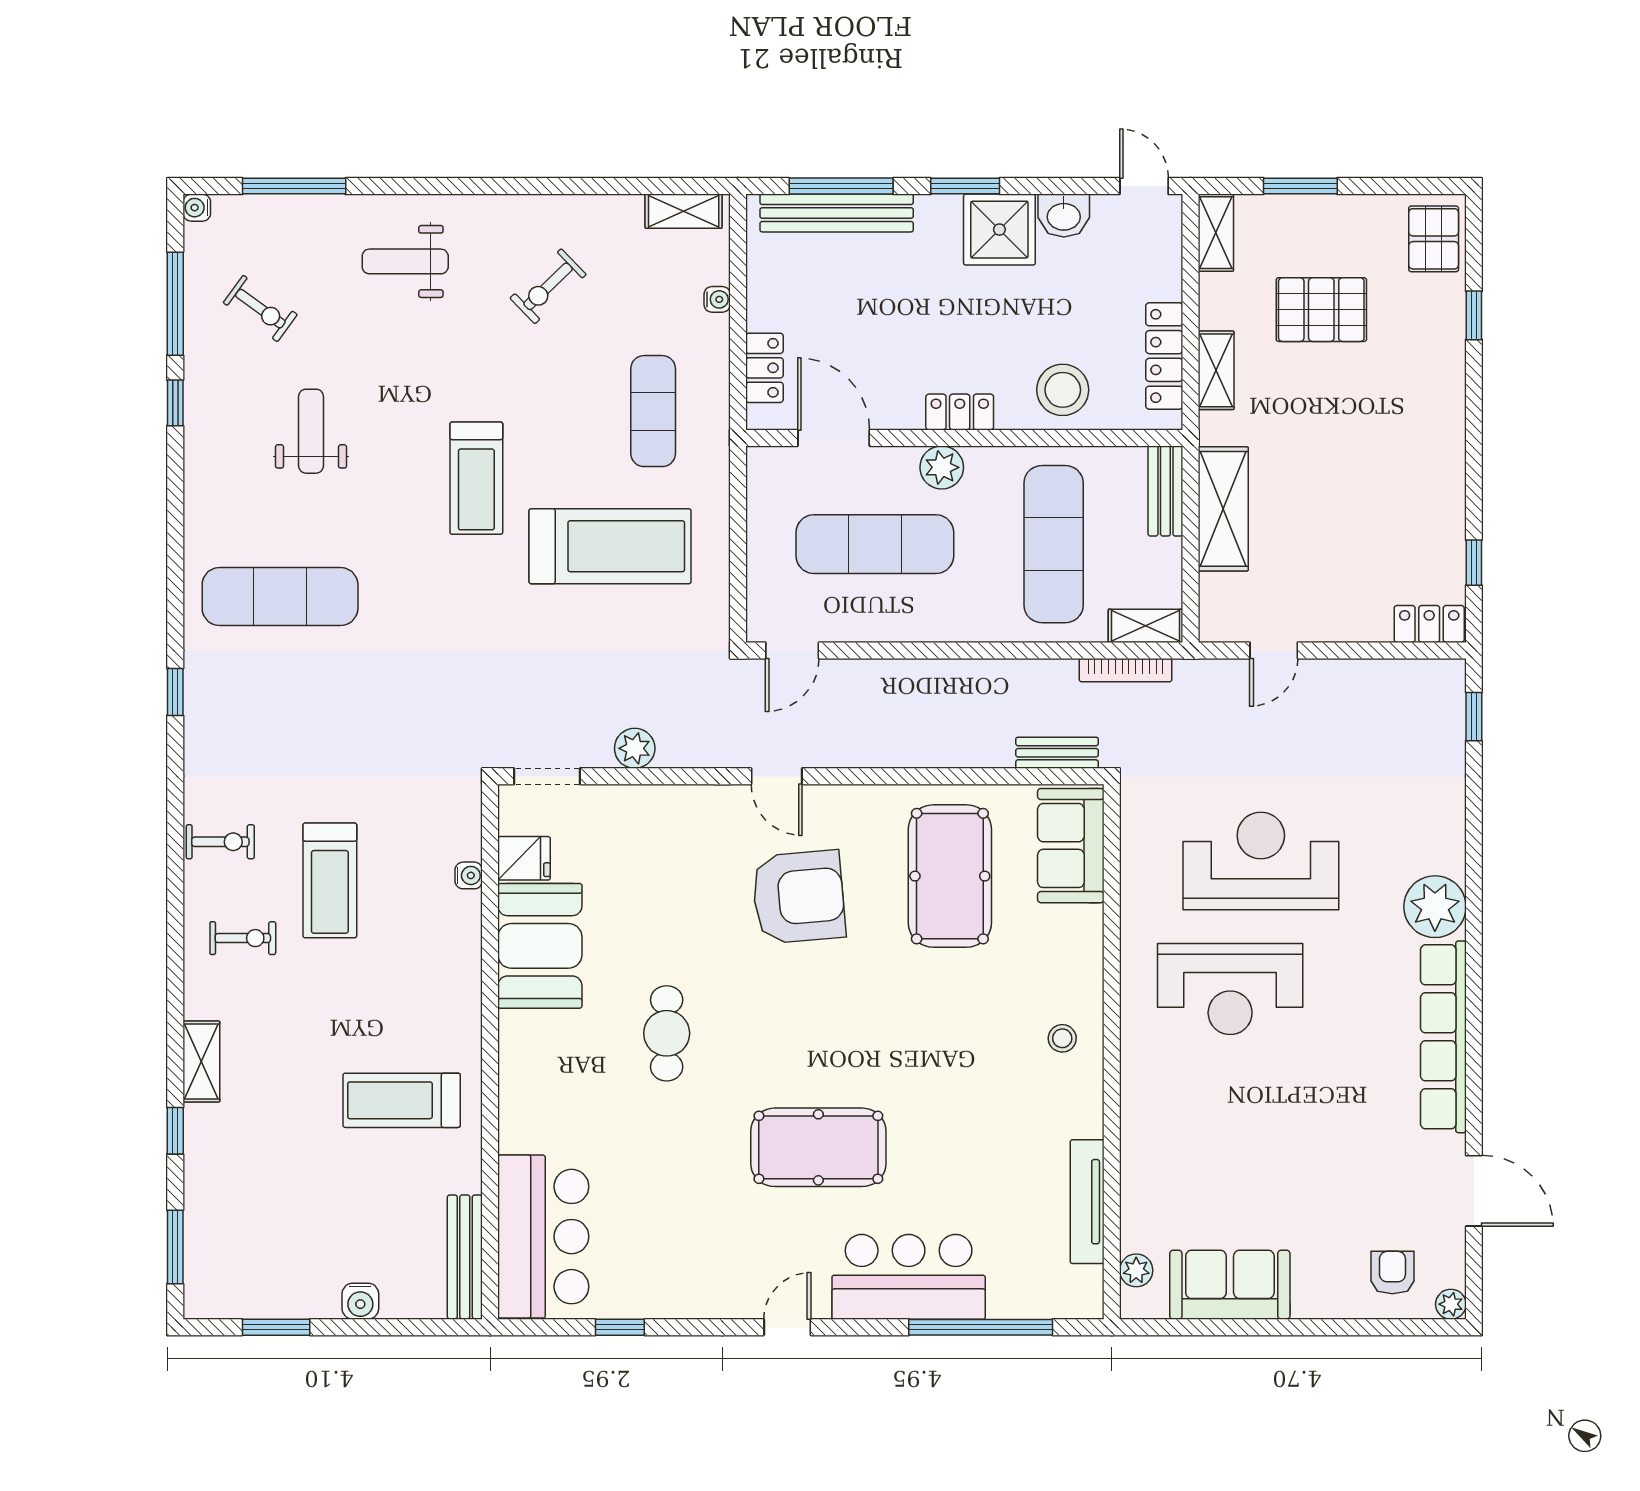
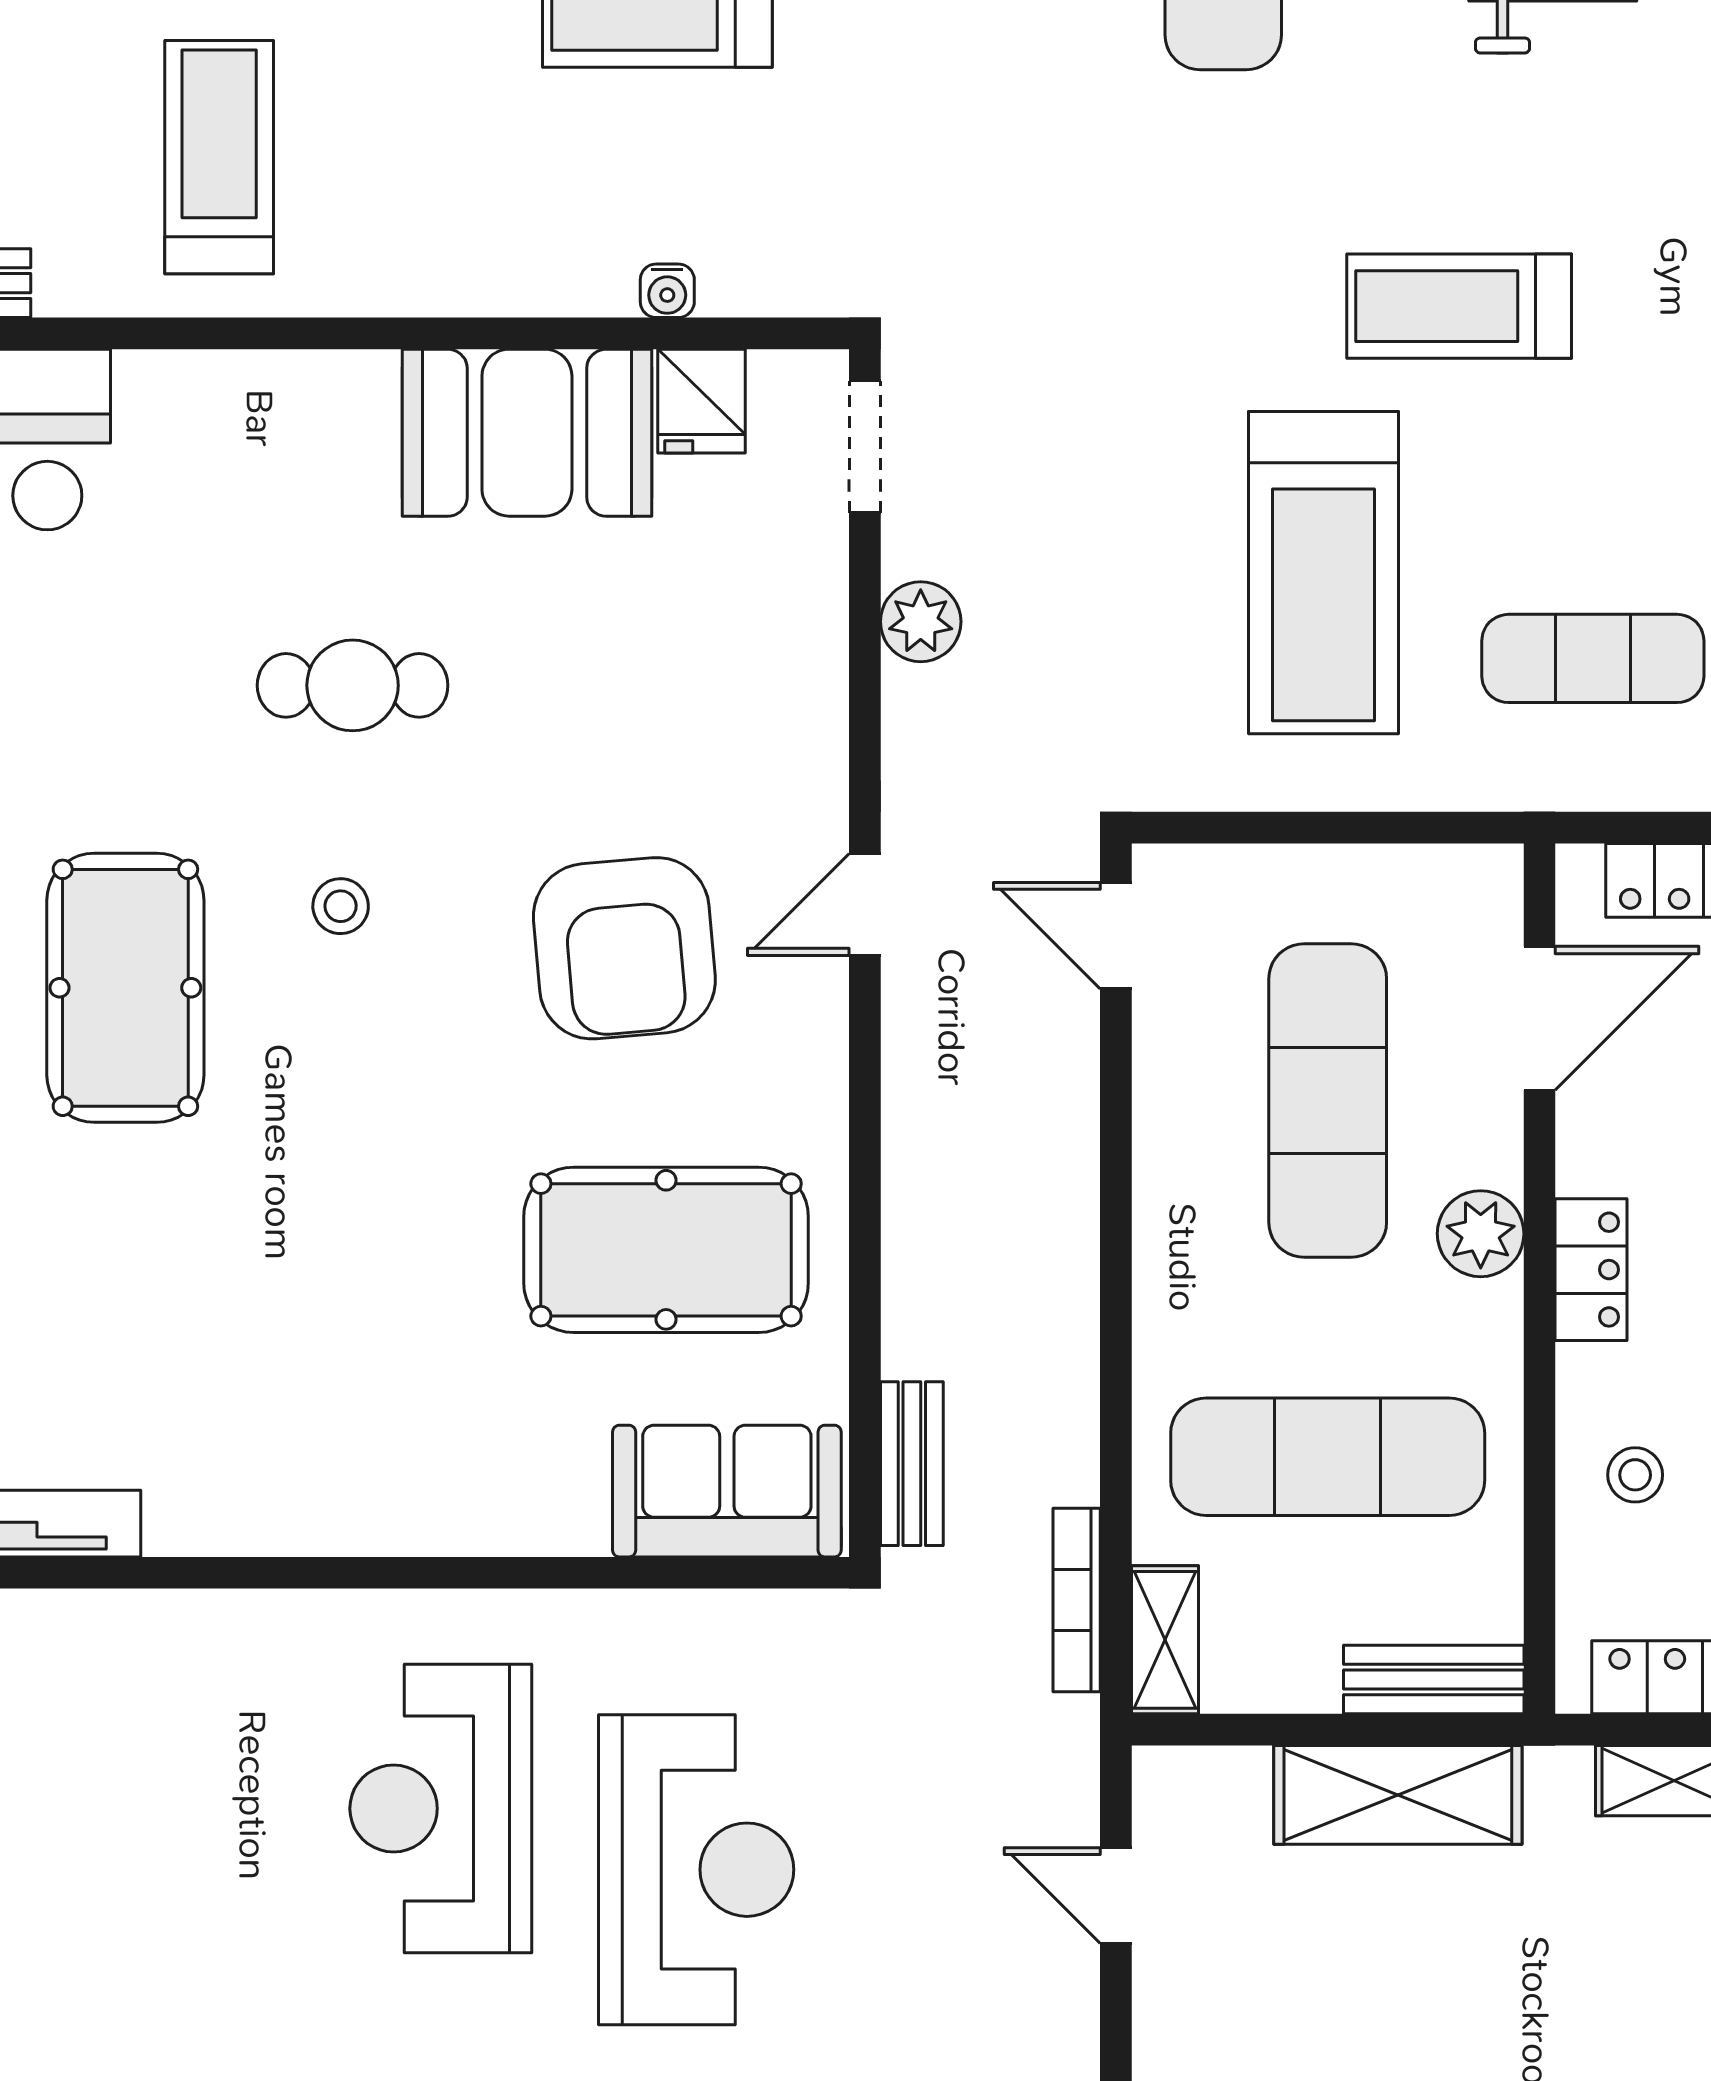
stool: (1063, 390) -> (1635, 1475), width x0.53, depth x0.53
stool: (1062, 1038) -> (341, 906), moved

